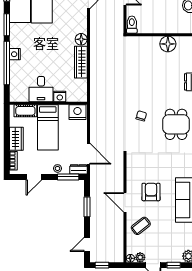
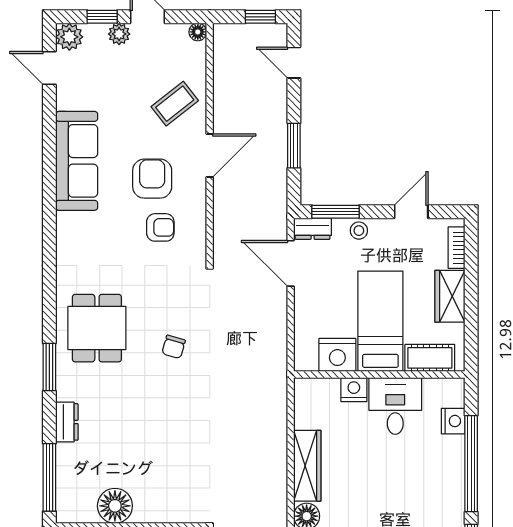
nightstand: (15, 54) -> (453, 421), moved
nightstand: (77, 112) -> (337, 355), moved
armchair: (147, 170) -> (160, 227), added
armchair: (151, 192) -> (152, 179), turned 180
door: (125, 202) -> (210, 155), hinge flipped
door: (87, 244) -> (294, 63), swing flipped
plant: (140, 257) -> (119, 34), moved

